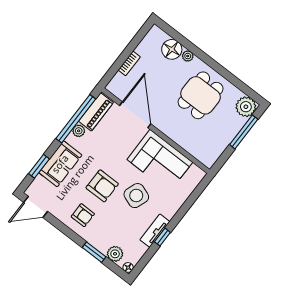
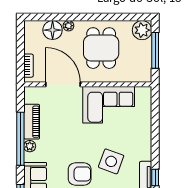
door: (135, 115) -> (63, 84), moved
wall: (156, 131) -> (88, 84), moved
corner sofa: (160, 161) -> (109, 105), moved

